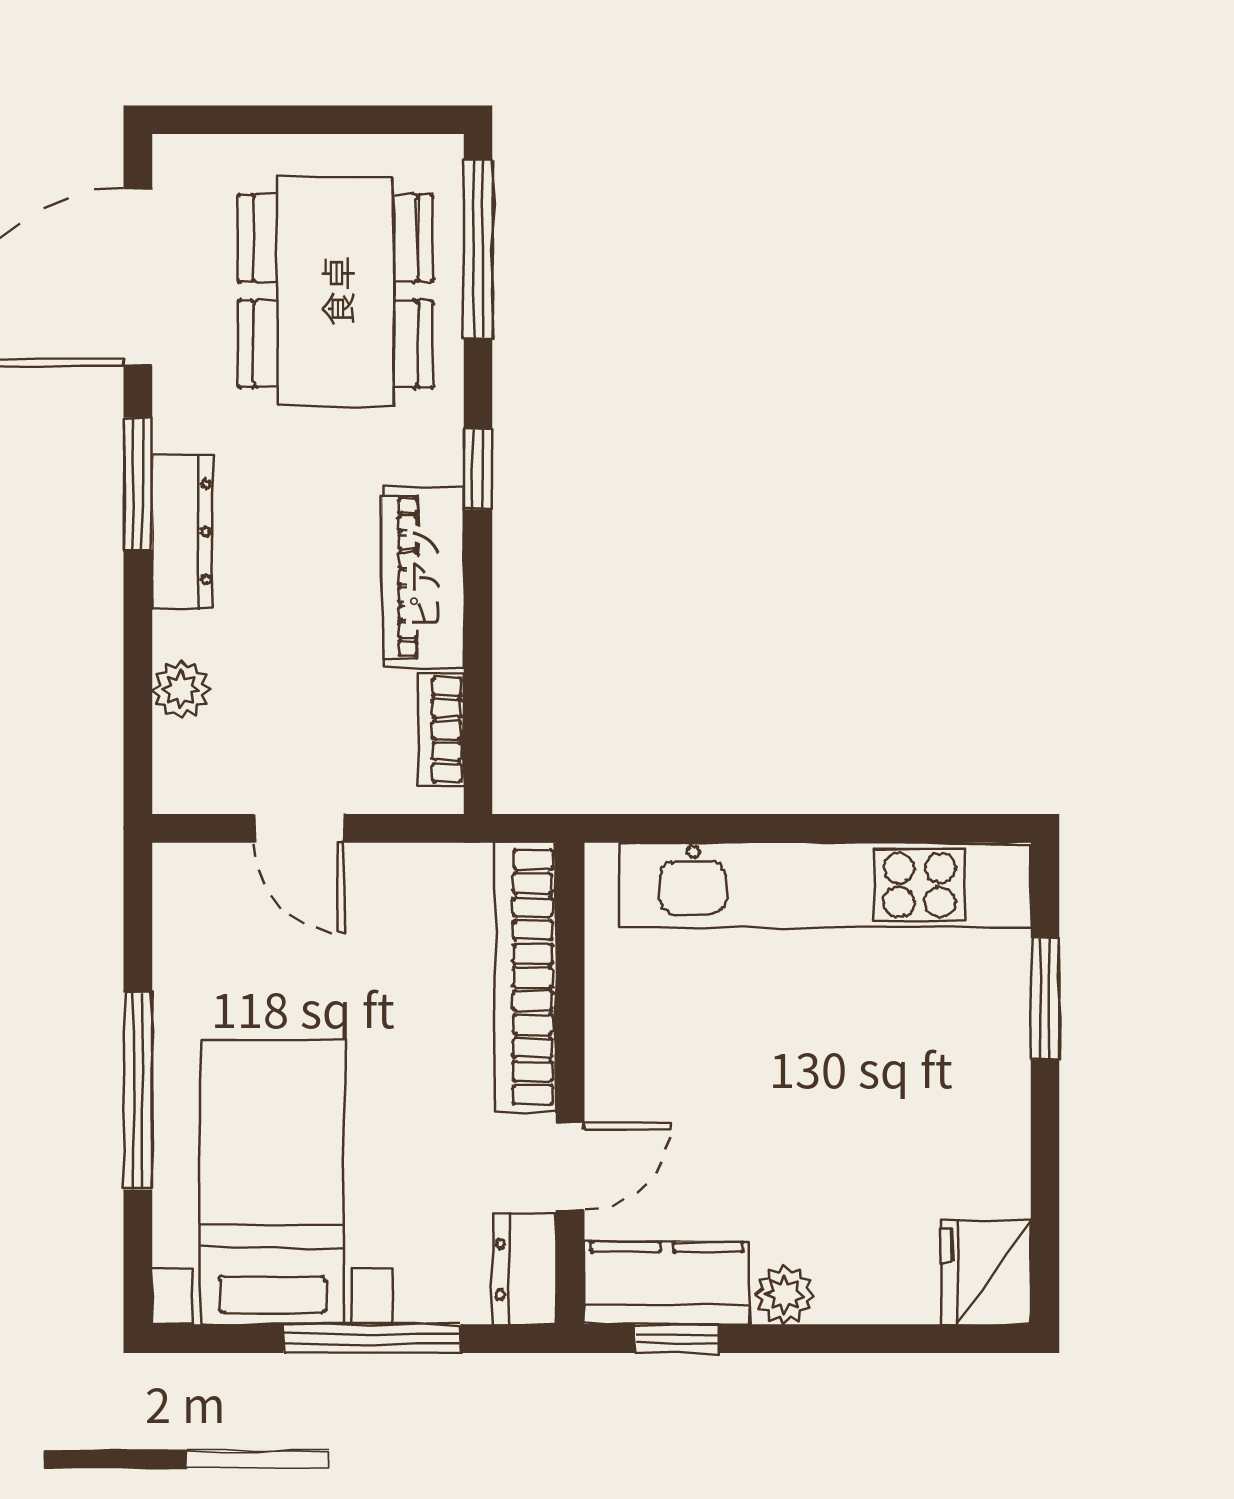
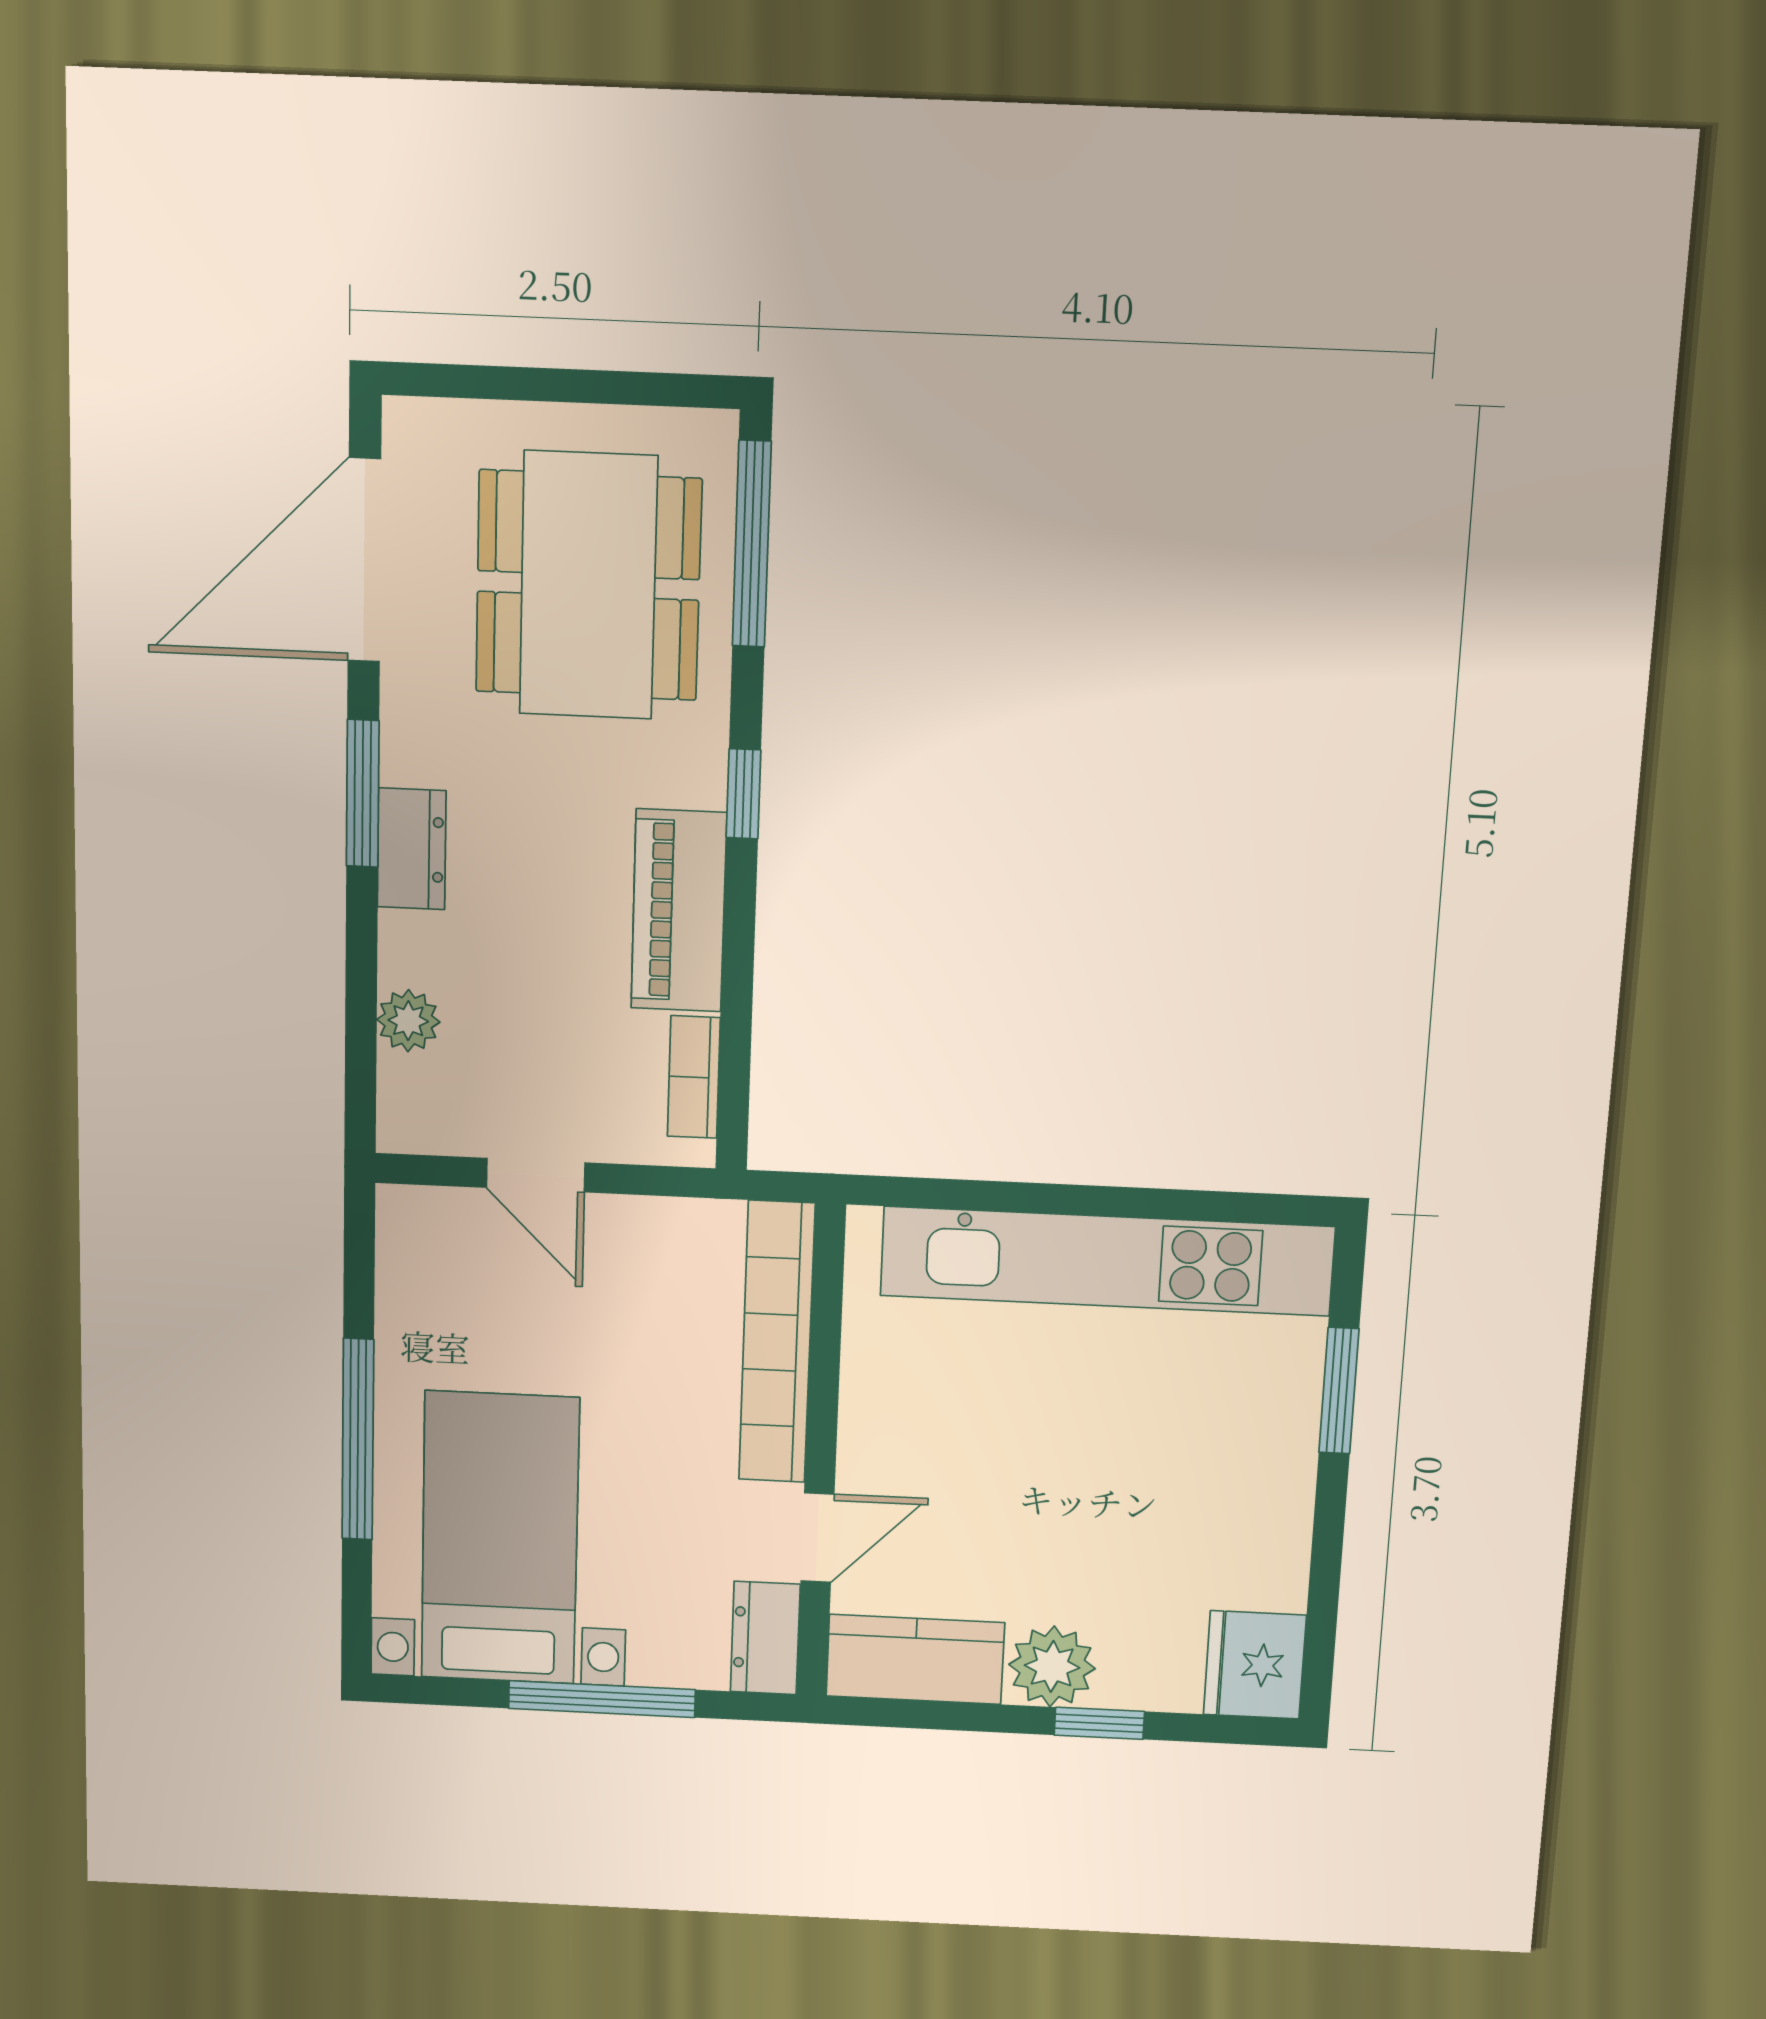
dresser: (182, 532) -> (412, 849), width x0.70
plant: (785, 1295) -> (1052, 1666), width x1.38, depth x1.38
window: (677, 1339) -> (1099, 1723), moved

